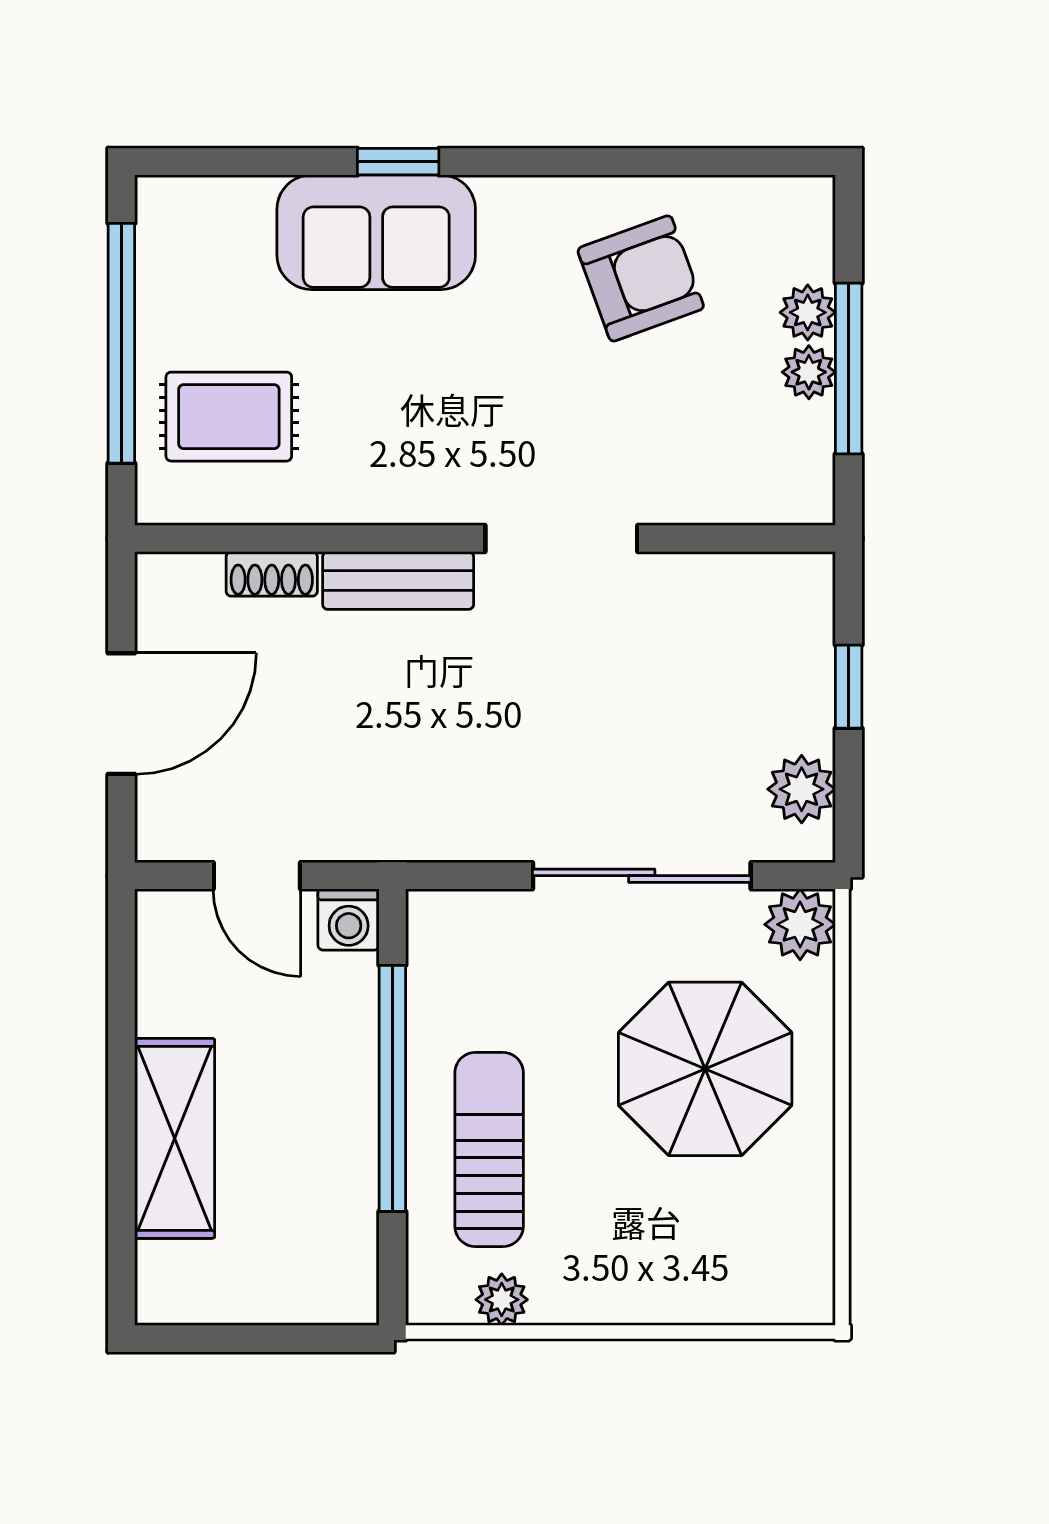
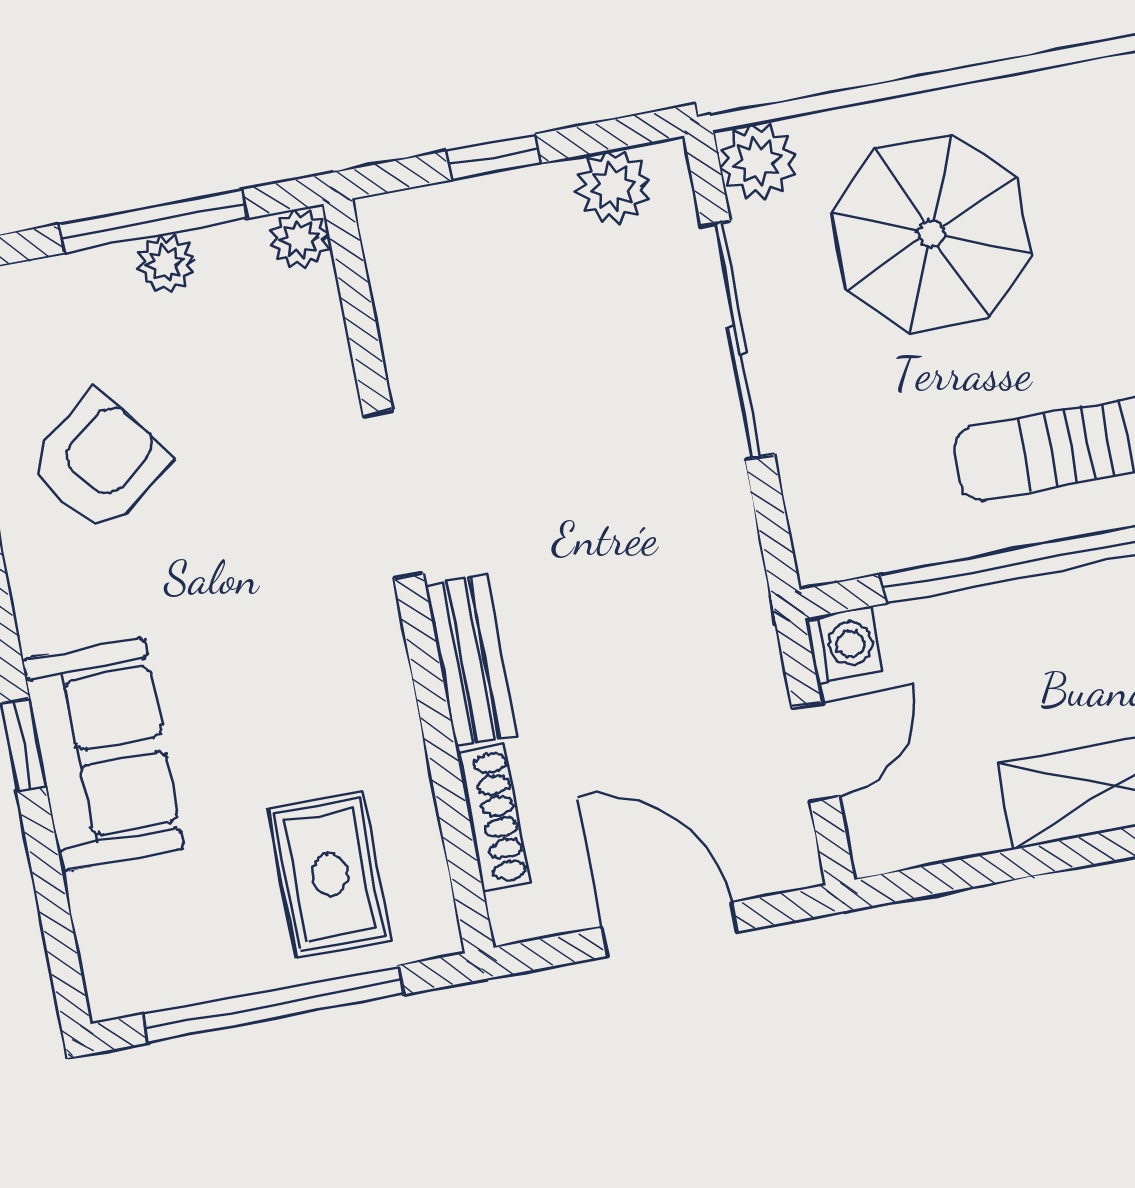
armchair: (641, 278) -> (99, 462), turned 72
plant: (808, 312) -> (300, 239), moved
shoe rack: (272, 574) -> (494, 818), width x1.43

